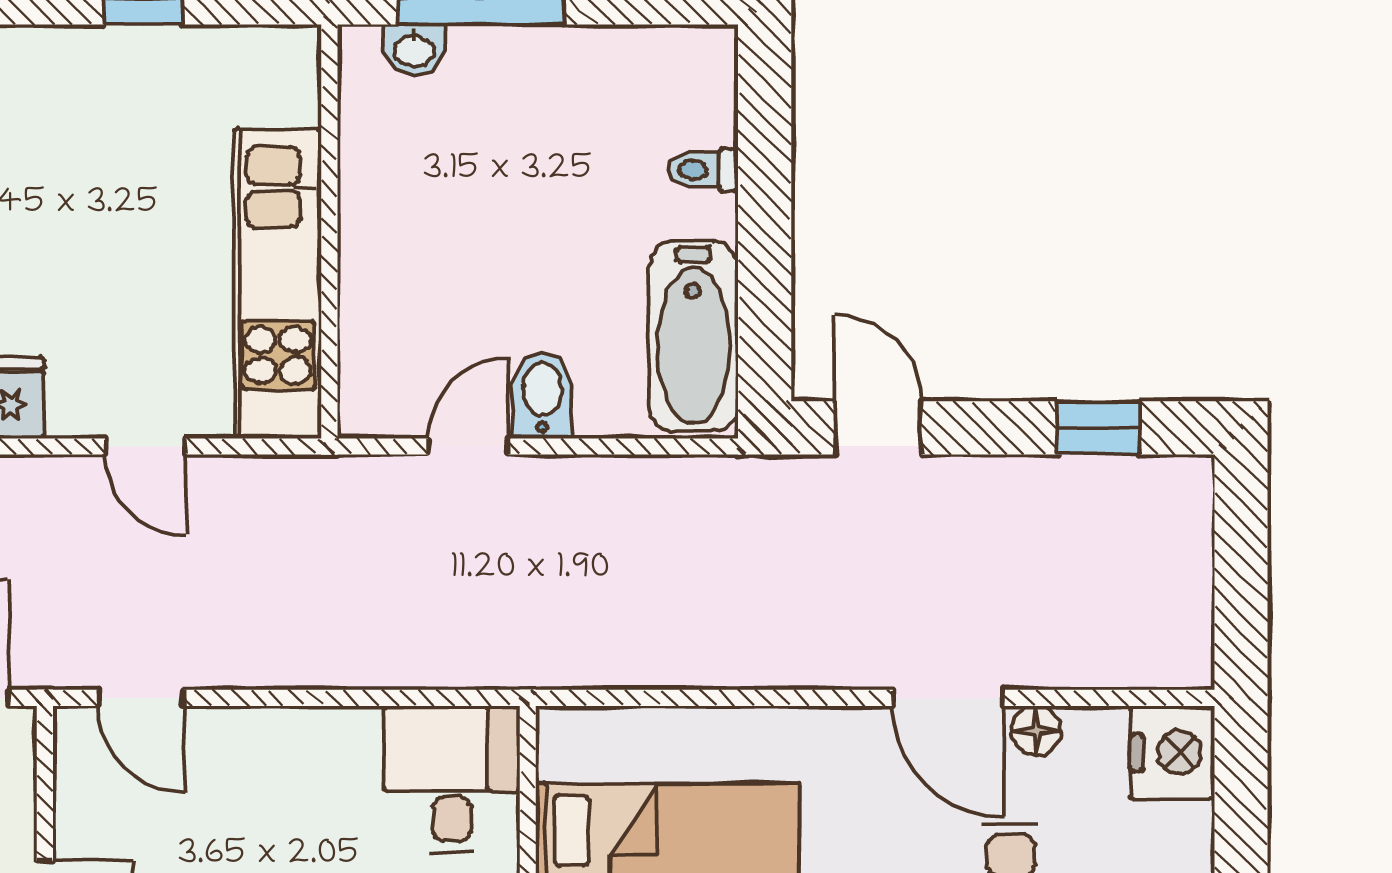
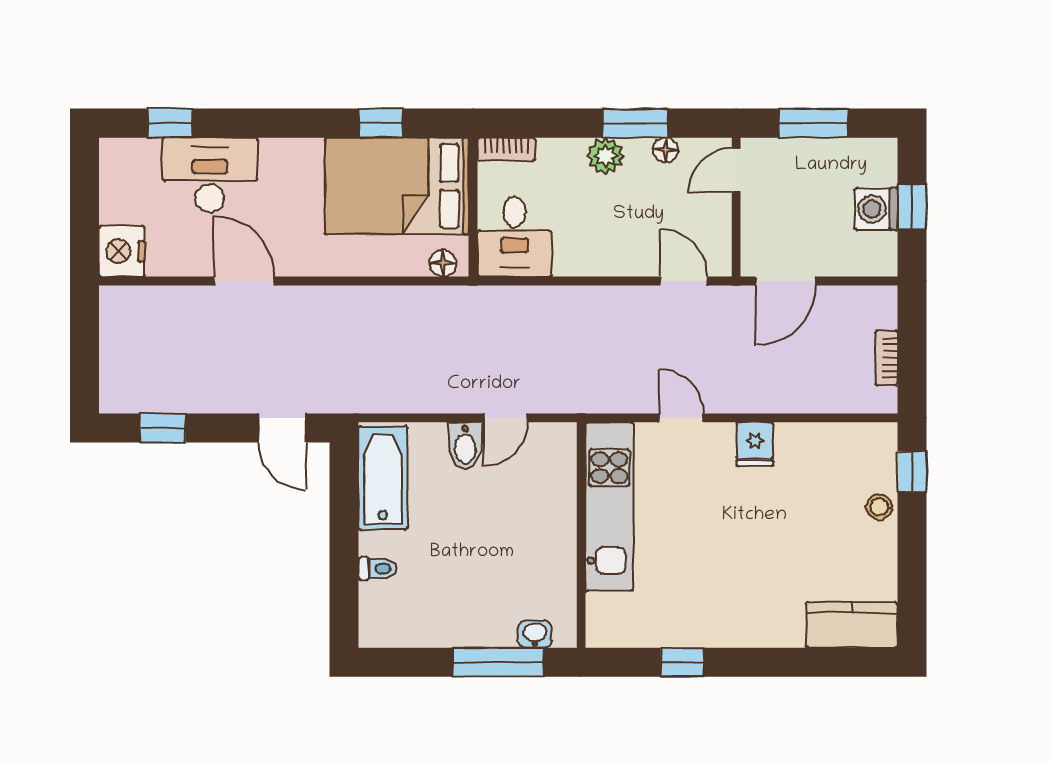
floor lamp: (1036, 731) -> (443, 263), moved

